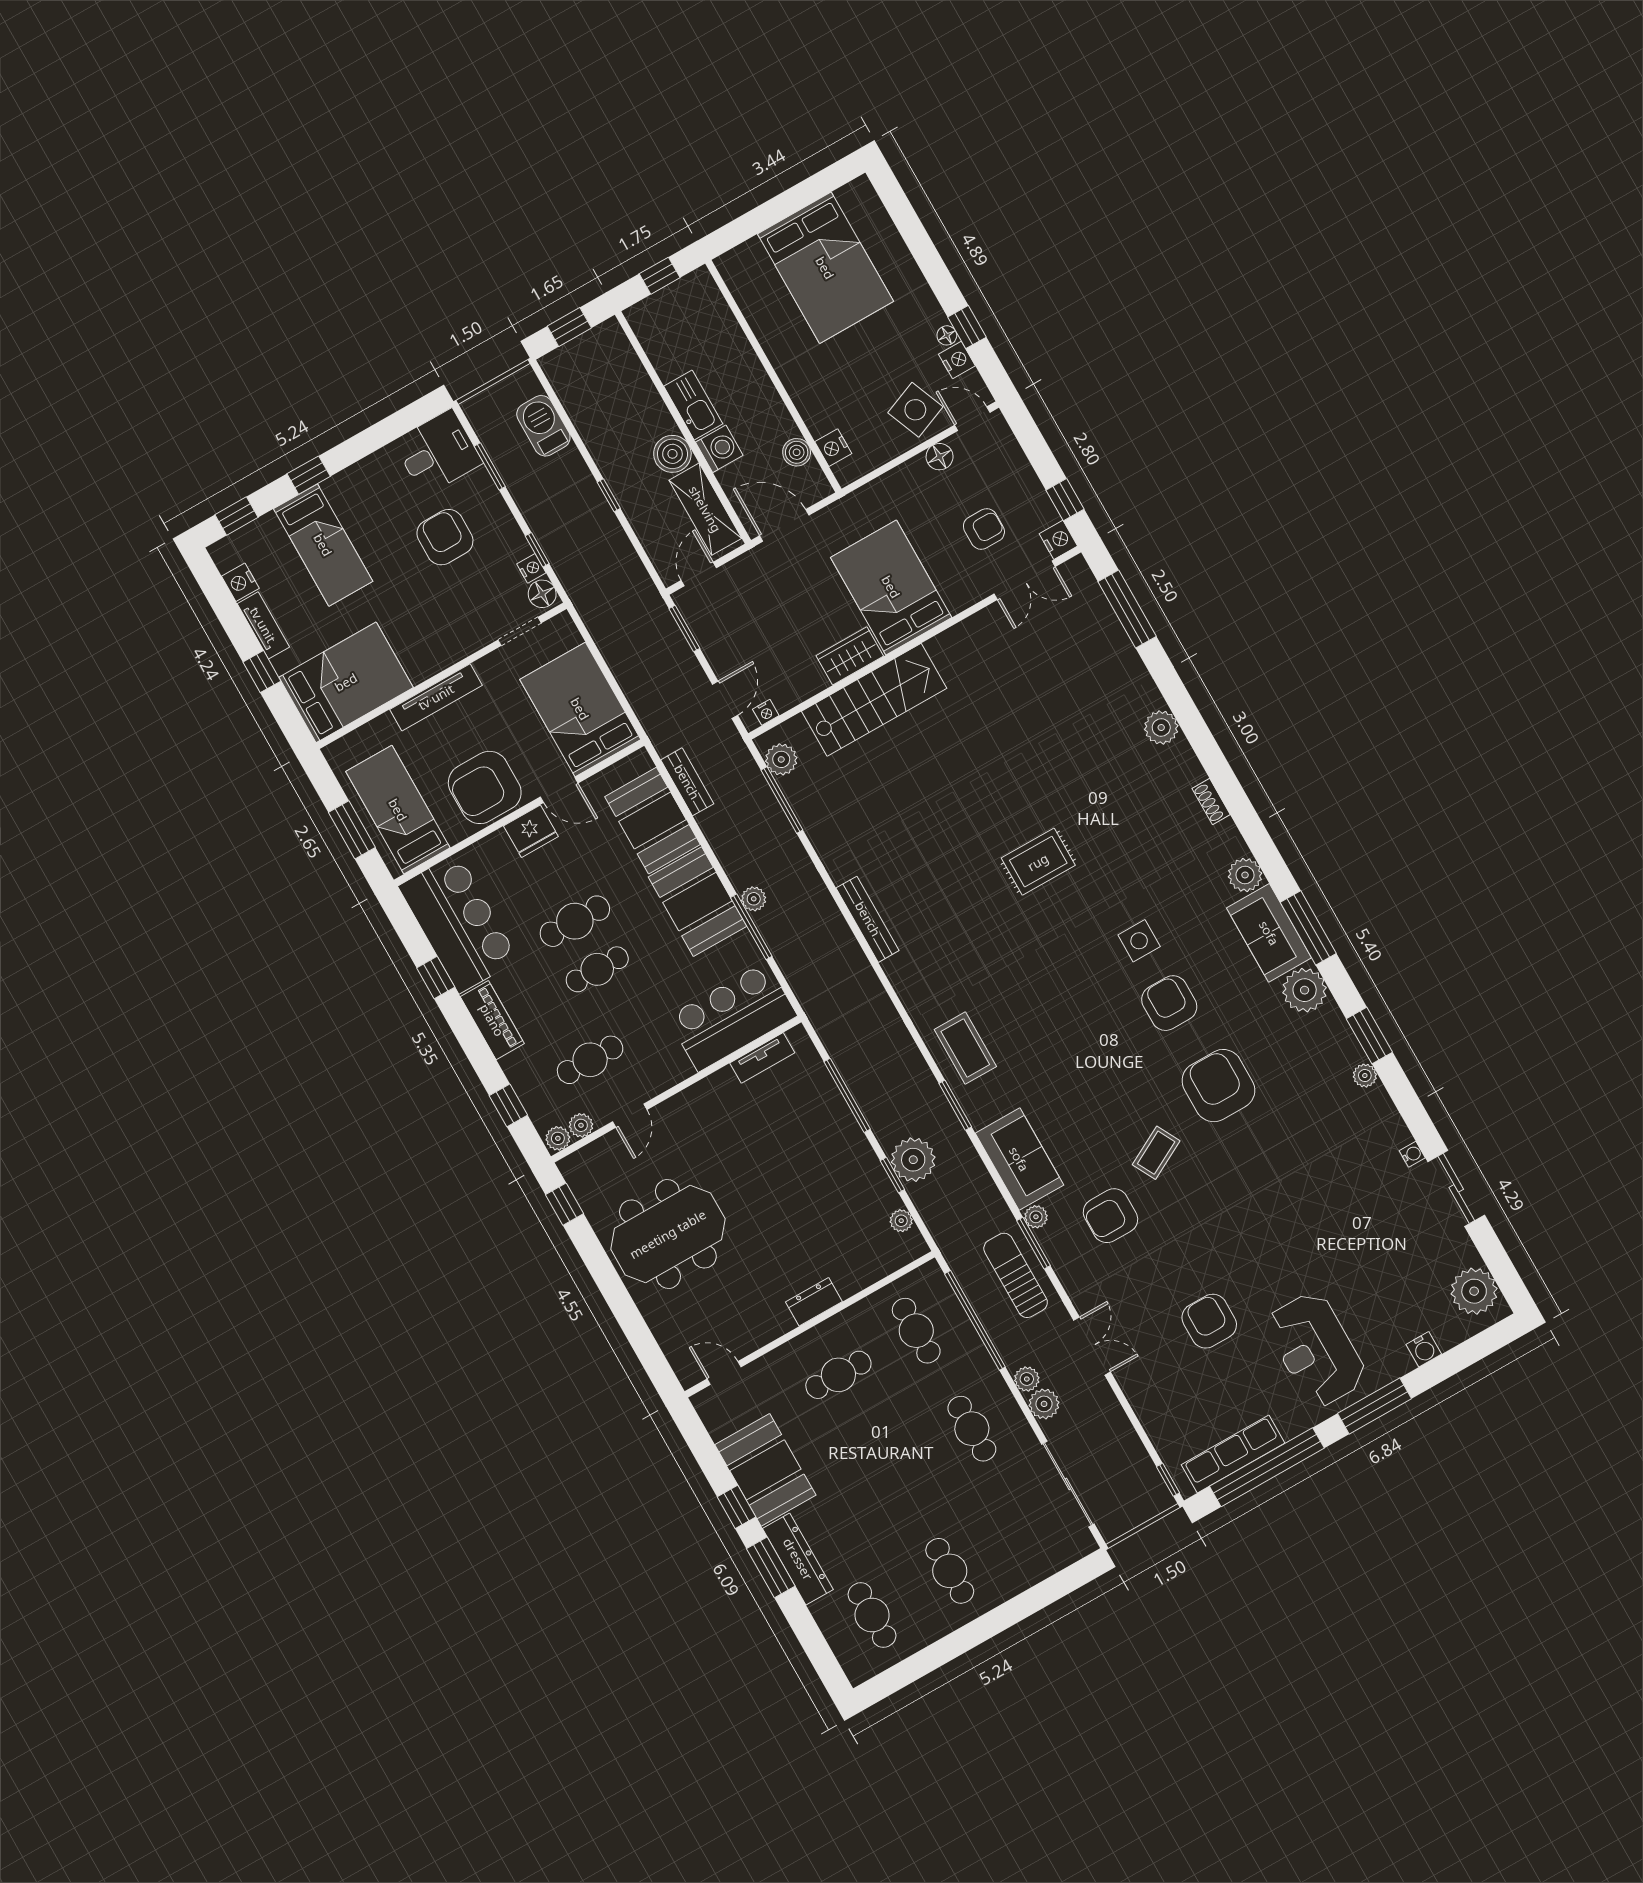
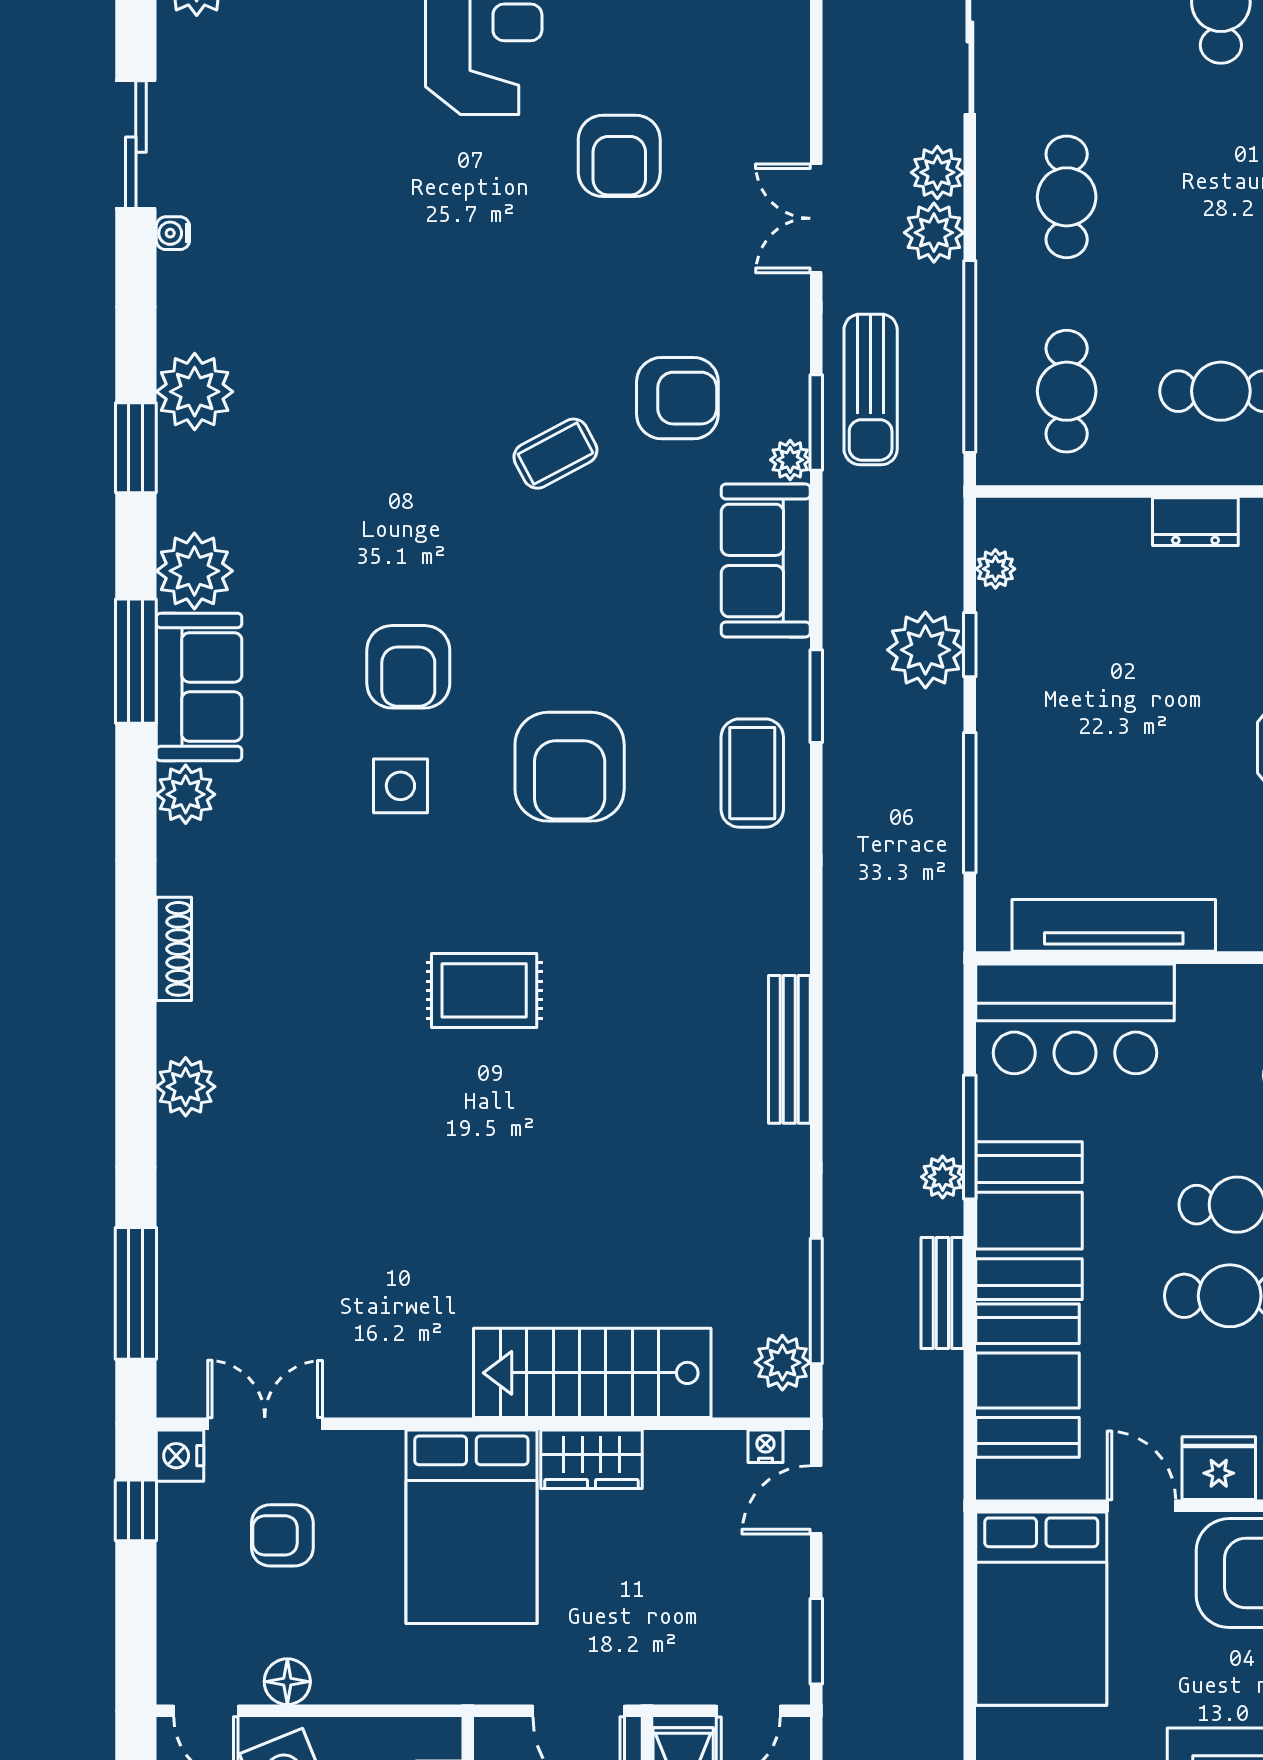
bench: (687, 782) -> (942, 1293), moved
shoe rack: (1211, 801) -> (174, 949), width x1.43
tv unit: (762, 1058) -> (1114, 925), width x1.92, depth x1.29
plant: (1365, 1076) -> (195, 392), width x1.87, depth x1.87
armchair: (1218, 1086) -> (570, 767), moved
plant: (1027, 1379) -> (934, 233), width x1.38, depth x1.38

